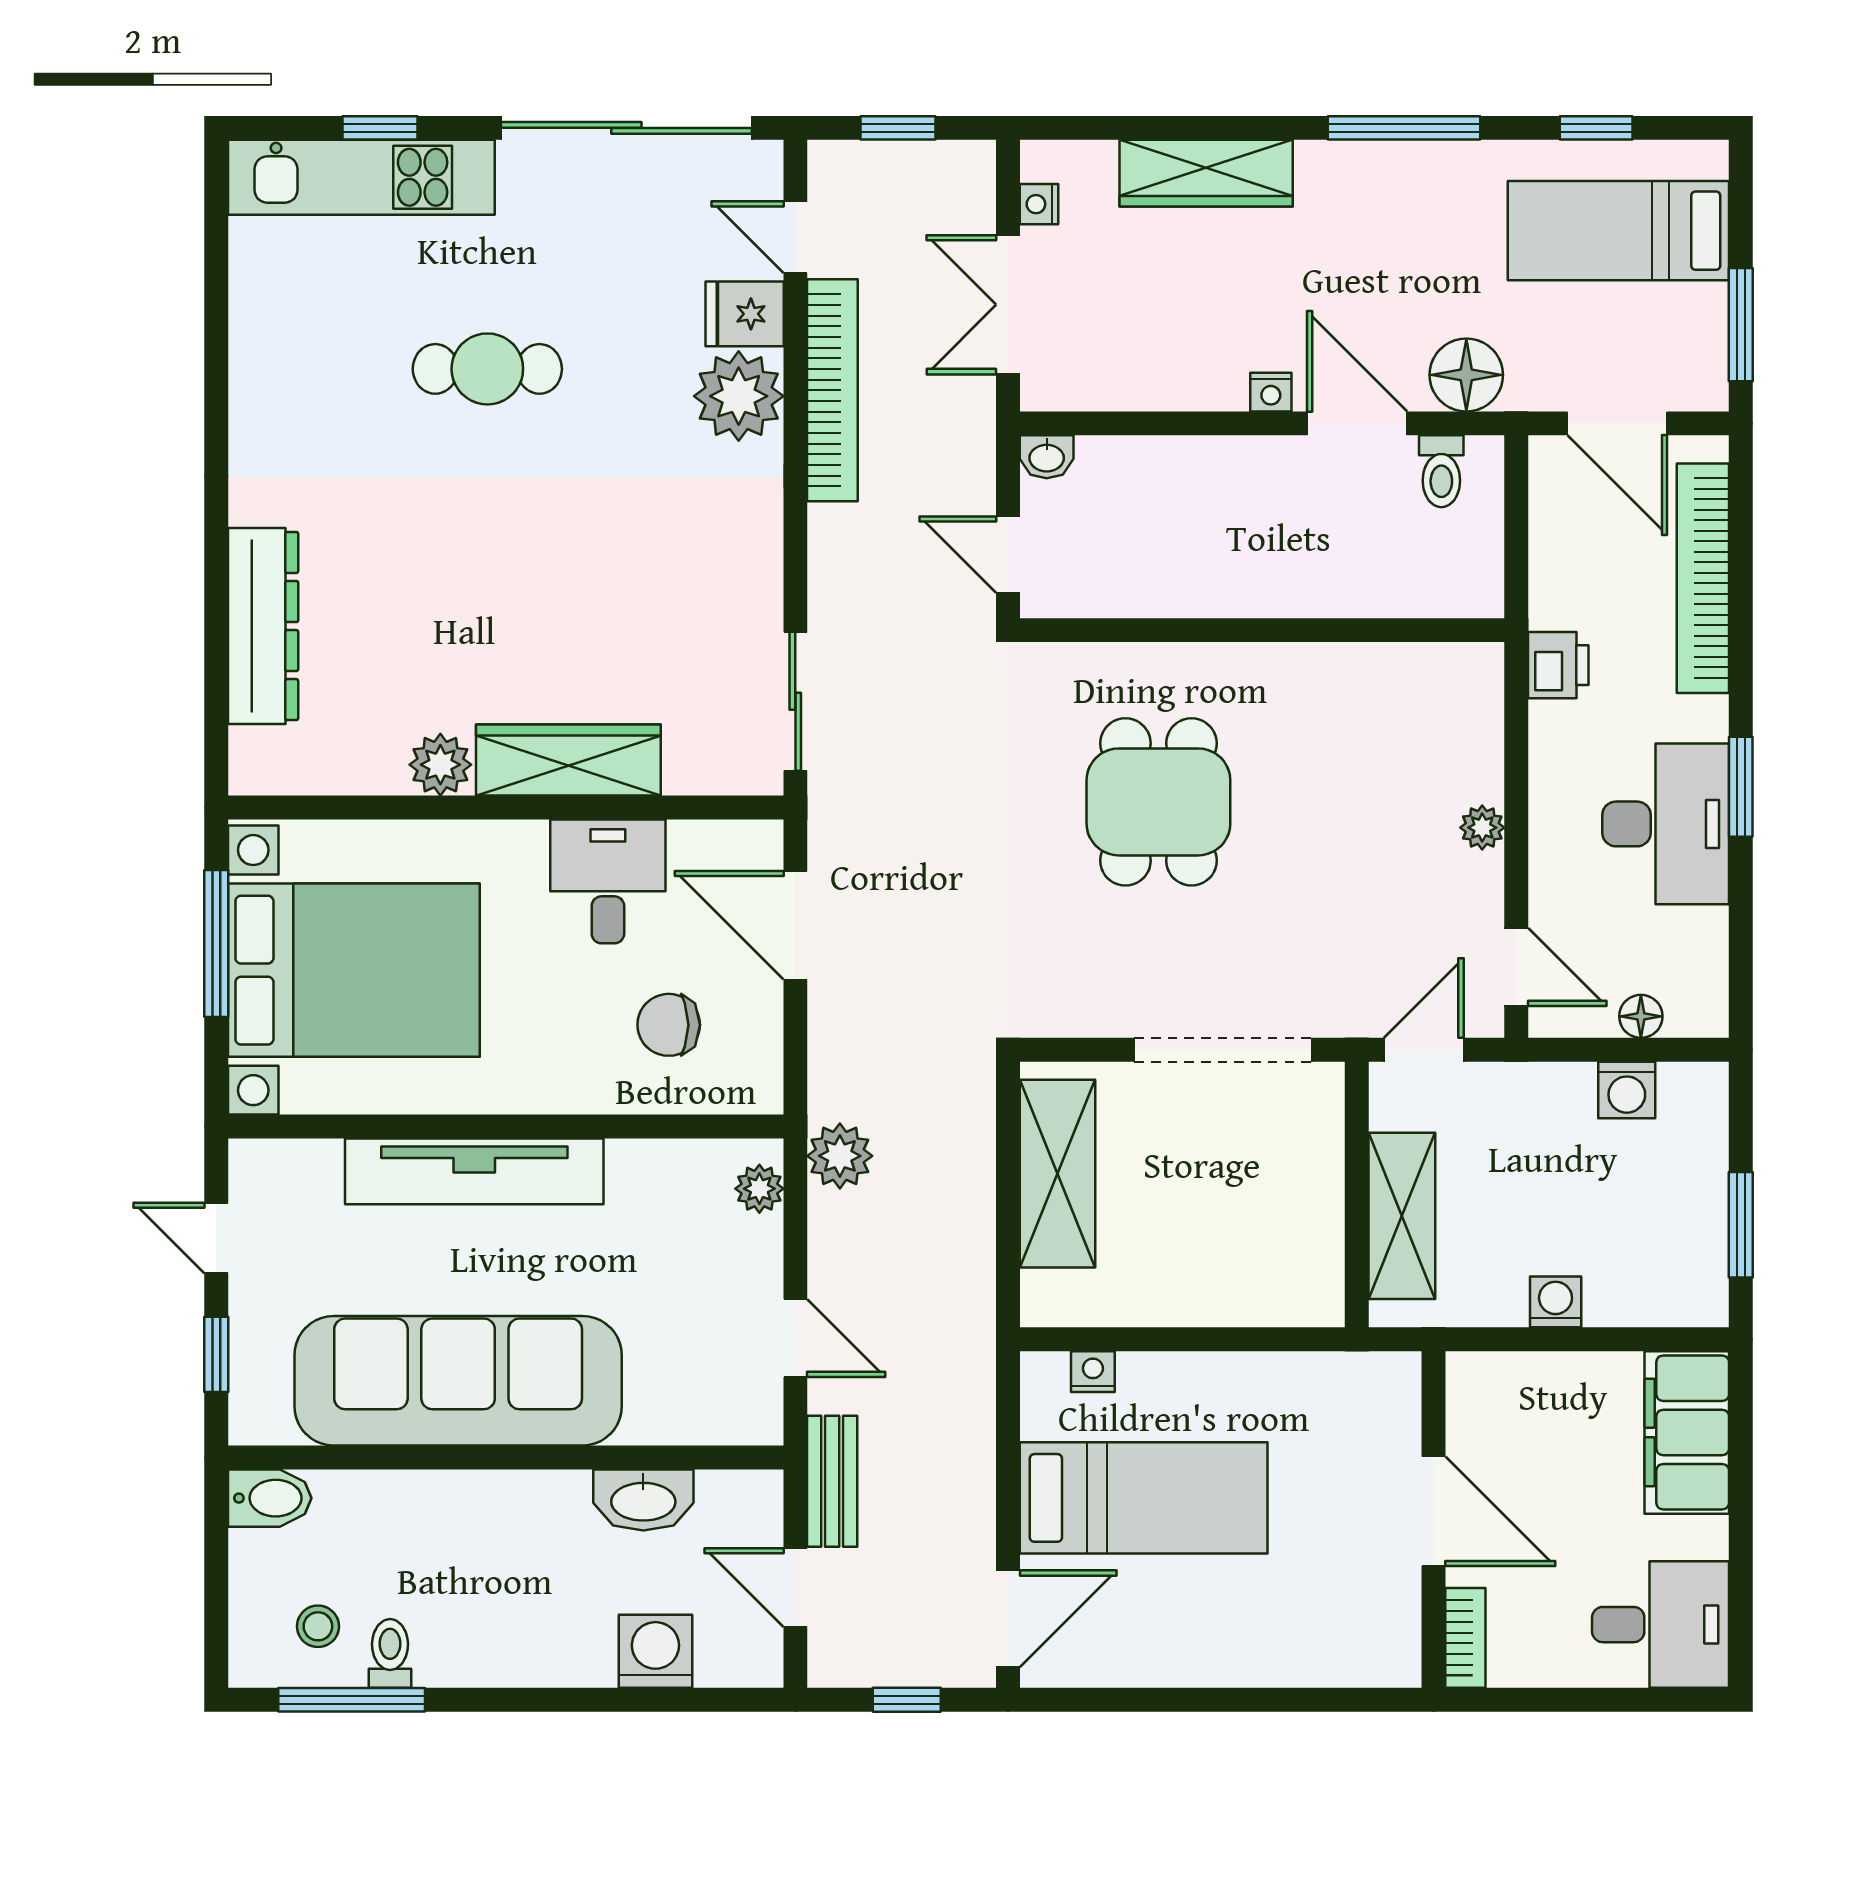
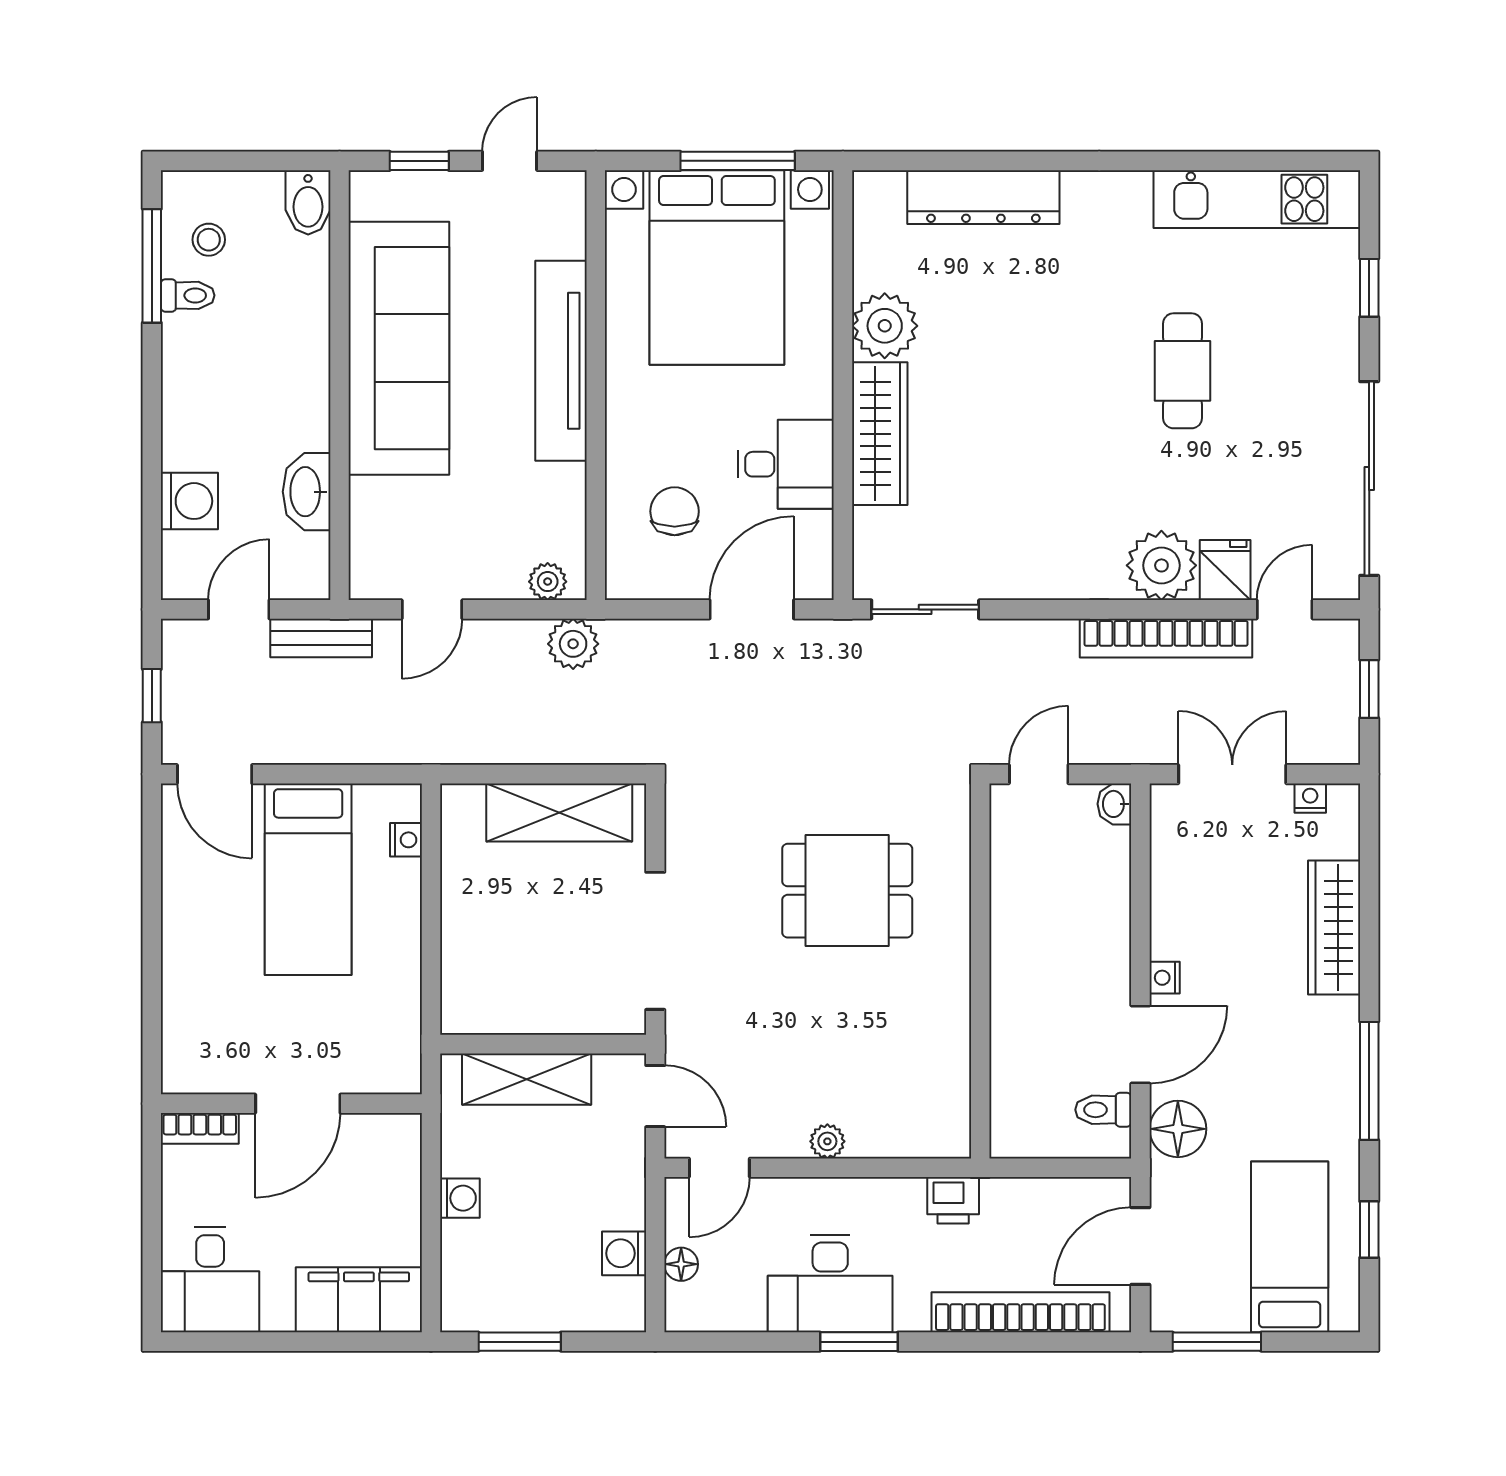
kitchen unit: (361, 177) -> (1257, 199), moved, turned -90
plant: (440, 765) -> (885, 326), width x1.36, depth x1.36

